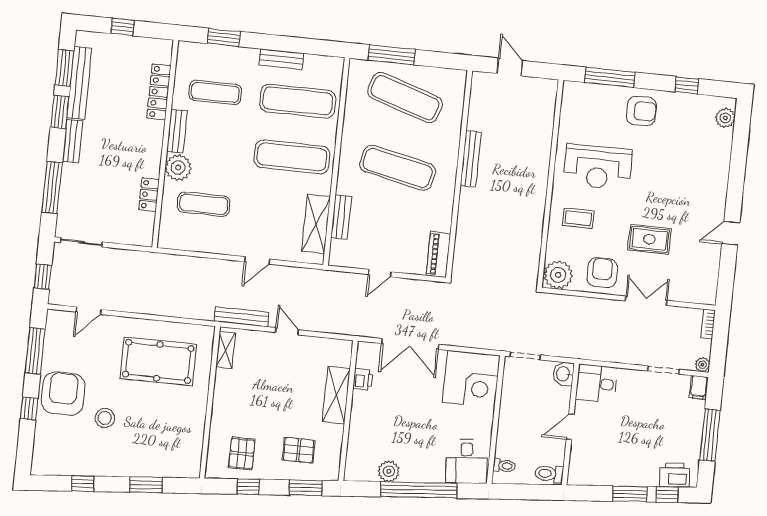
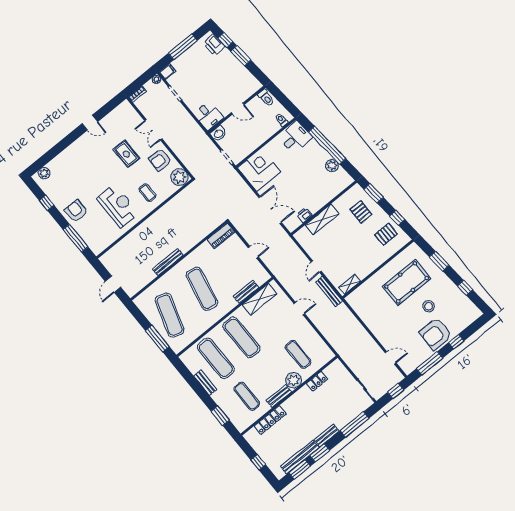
pool table: (158, 361) -> (407, 282), moved, turned 90

